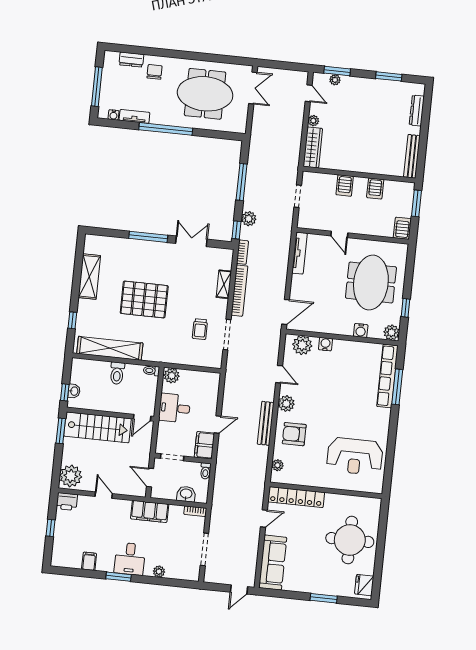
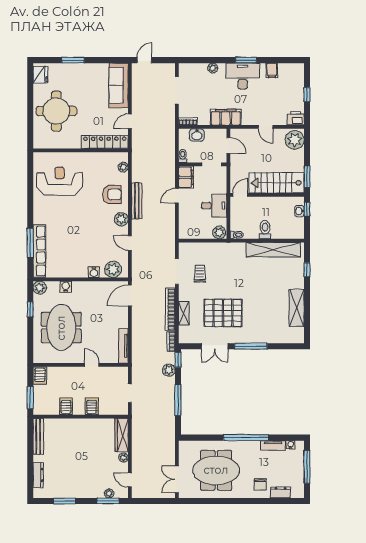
pallet: (144, 299) -> (223, 313), moved
desk: (130, 559) -> (243, 76), width x1.37

